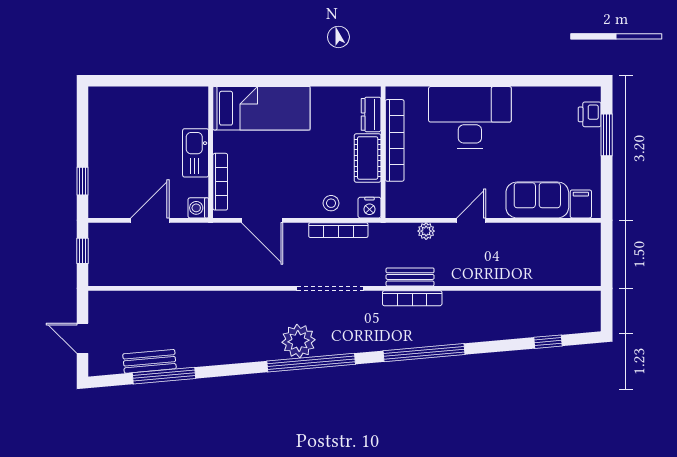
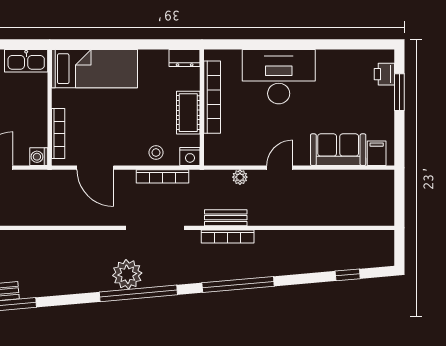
dresser: (371, 114) -> (185, 58), moved, turned -90
kitchen sink: (196, 153) -> (26, 61), moved, turned -90

